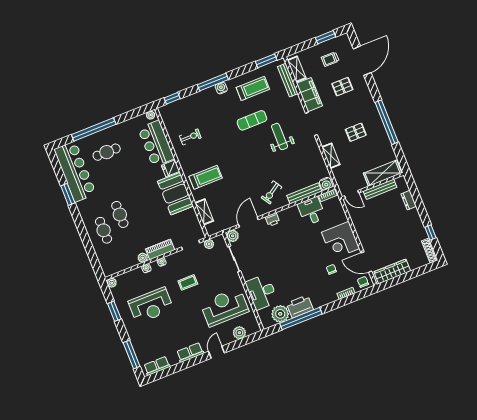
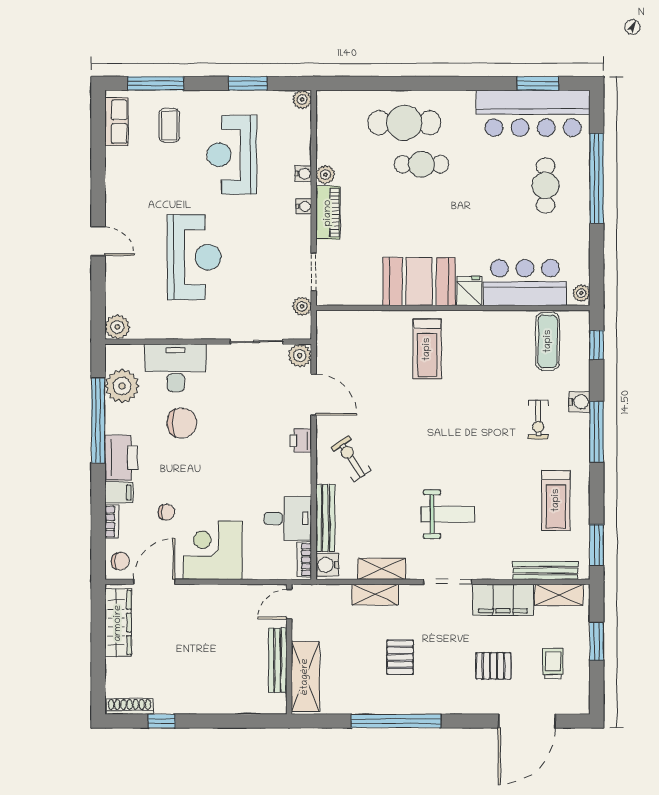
window: (325, 37) -> (597, 641), moved
door: (362, 61) -> (527, 721), hinge flipped
pallet: (342, 87) -> (494, 666), turned 90
water cooler: (221, 88) -> (579, 402), moved
exercise mat: (252, 120) -> (548, 341), moved
exercise bike: (190, 137) -> (538, 420), moved
window: (68, 194) -> (538, 83), moved
dresser: (409, 200) -> (237, 705), removed
shelving: (204, 212) -> (382, 569), moved
cafe table: (104, 230) -> (404, 123), width x1.37, depth x1.35
chair: (286, 279) -> (182, 423), added
coffee table: (188, 282) -> (169, 125), moved
filing cabinet: (331, 295) -> (119, 493), added
printer: (300, 306) -> (121, 458), moved
reception desk: (224, 307) -> (194, 257), moved
plant: (239, 333) -> (117, 327), moved
row of seats: (190, 352) -> (117, 192), removed

